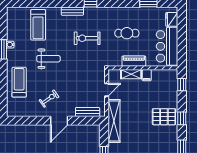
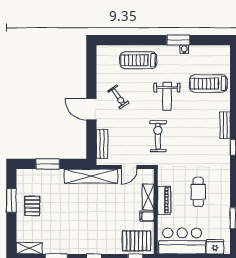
exercise bike: (87, 38) -> (158, 136), moved
treadmill: (19, 82) -> (138, 60), turned 180
door: (107, 90) -> (129, 167), hinge flipped
pallet: (164, 117) -> (136, 241), moved, turned 90

